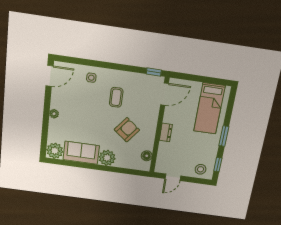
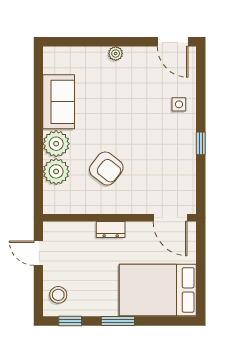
window: (154, 72) -> (201, 143), moved
coffee table: (116, 97) -> (155, 145), removed
bed: (209, 109) -> (158, 290), width x1.50
plant: (55, 151) -> (56, 171), moved
floor lamp: (147, 156) -> (68, 206), removed

